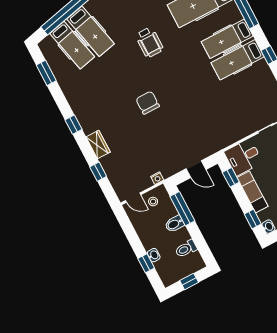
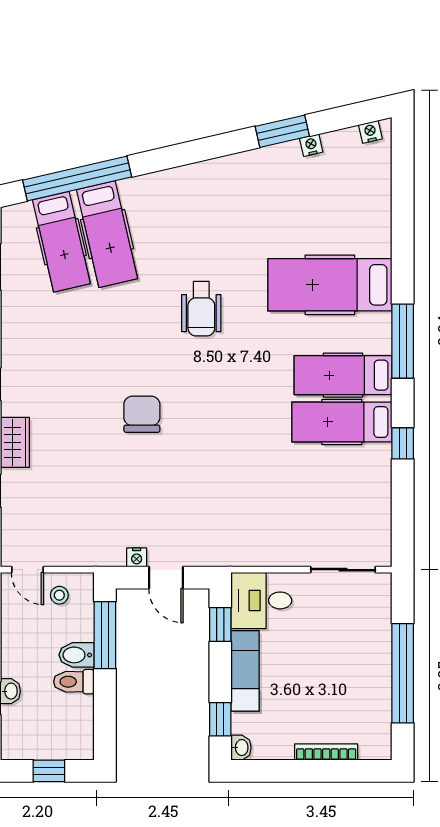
nightstand: (157, 178) -> (137, 557), moved
toilet: (186, 249) -> (74, 682), moved

